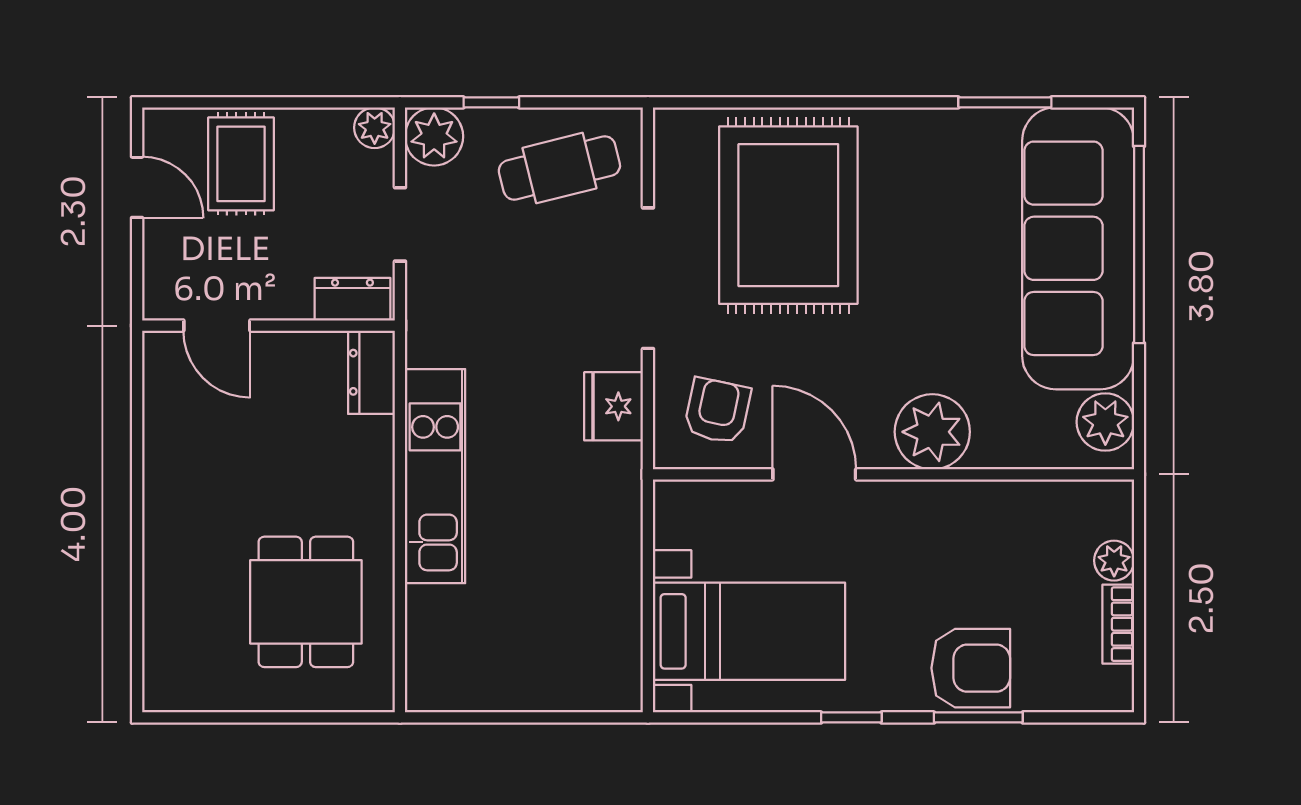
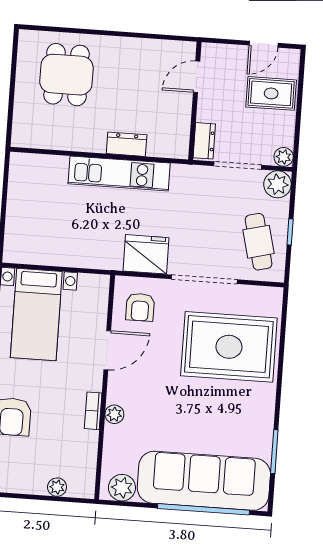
window: (491, 102) -> (290, 232), moved
doorway: (400, 224) -> (238, 165), width x1.37
dresser: (372, 372) -> (127, 144), moved
fridge: (614, 406) -> (146, 254), width x1.36, depth x1.34
armchair: (717, 411) -> (140, 307), turned 78
plant: (932, 432) -> (114, 414), width x0.53, depth x0.53
dining table: (306, 602) -> (66, 75), moved, turned 90
bookcase: (1118, 624) -> (93, 411), moved, turned -90

